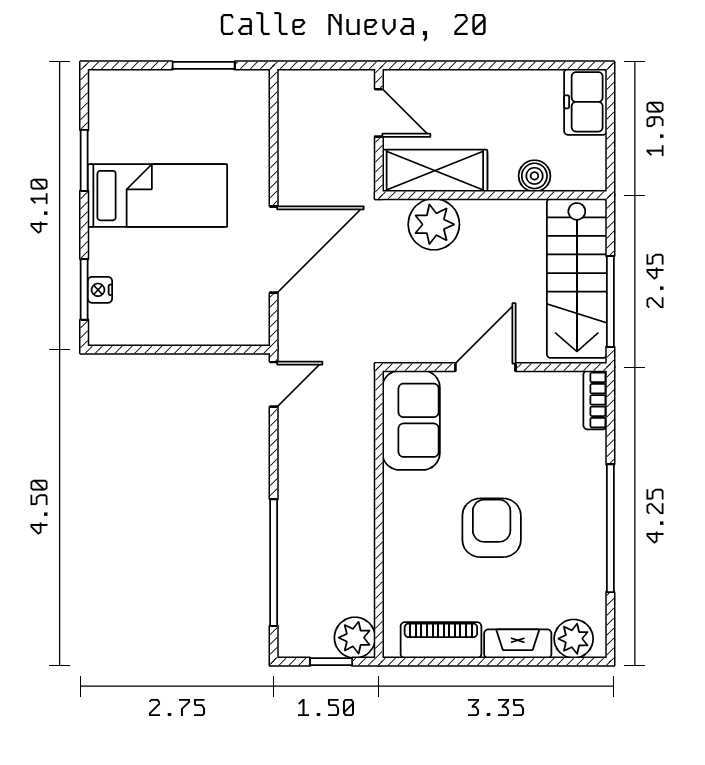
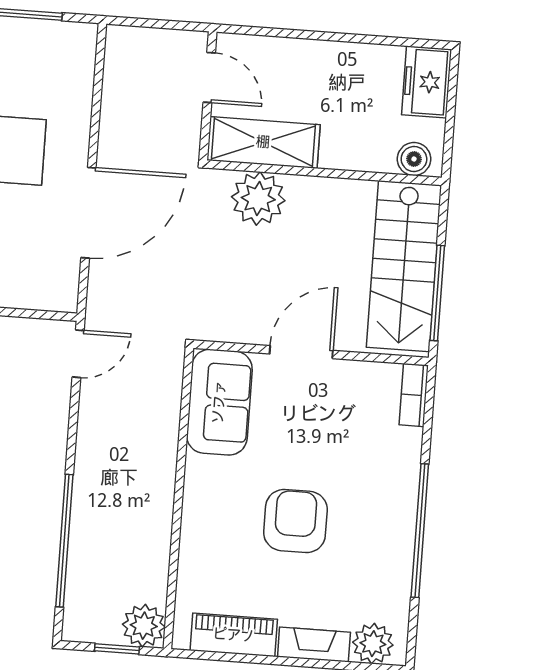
boiler: (534, 176) -> (414, 159), moved

